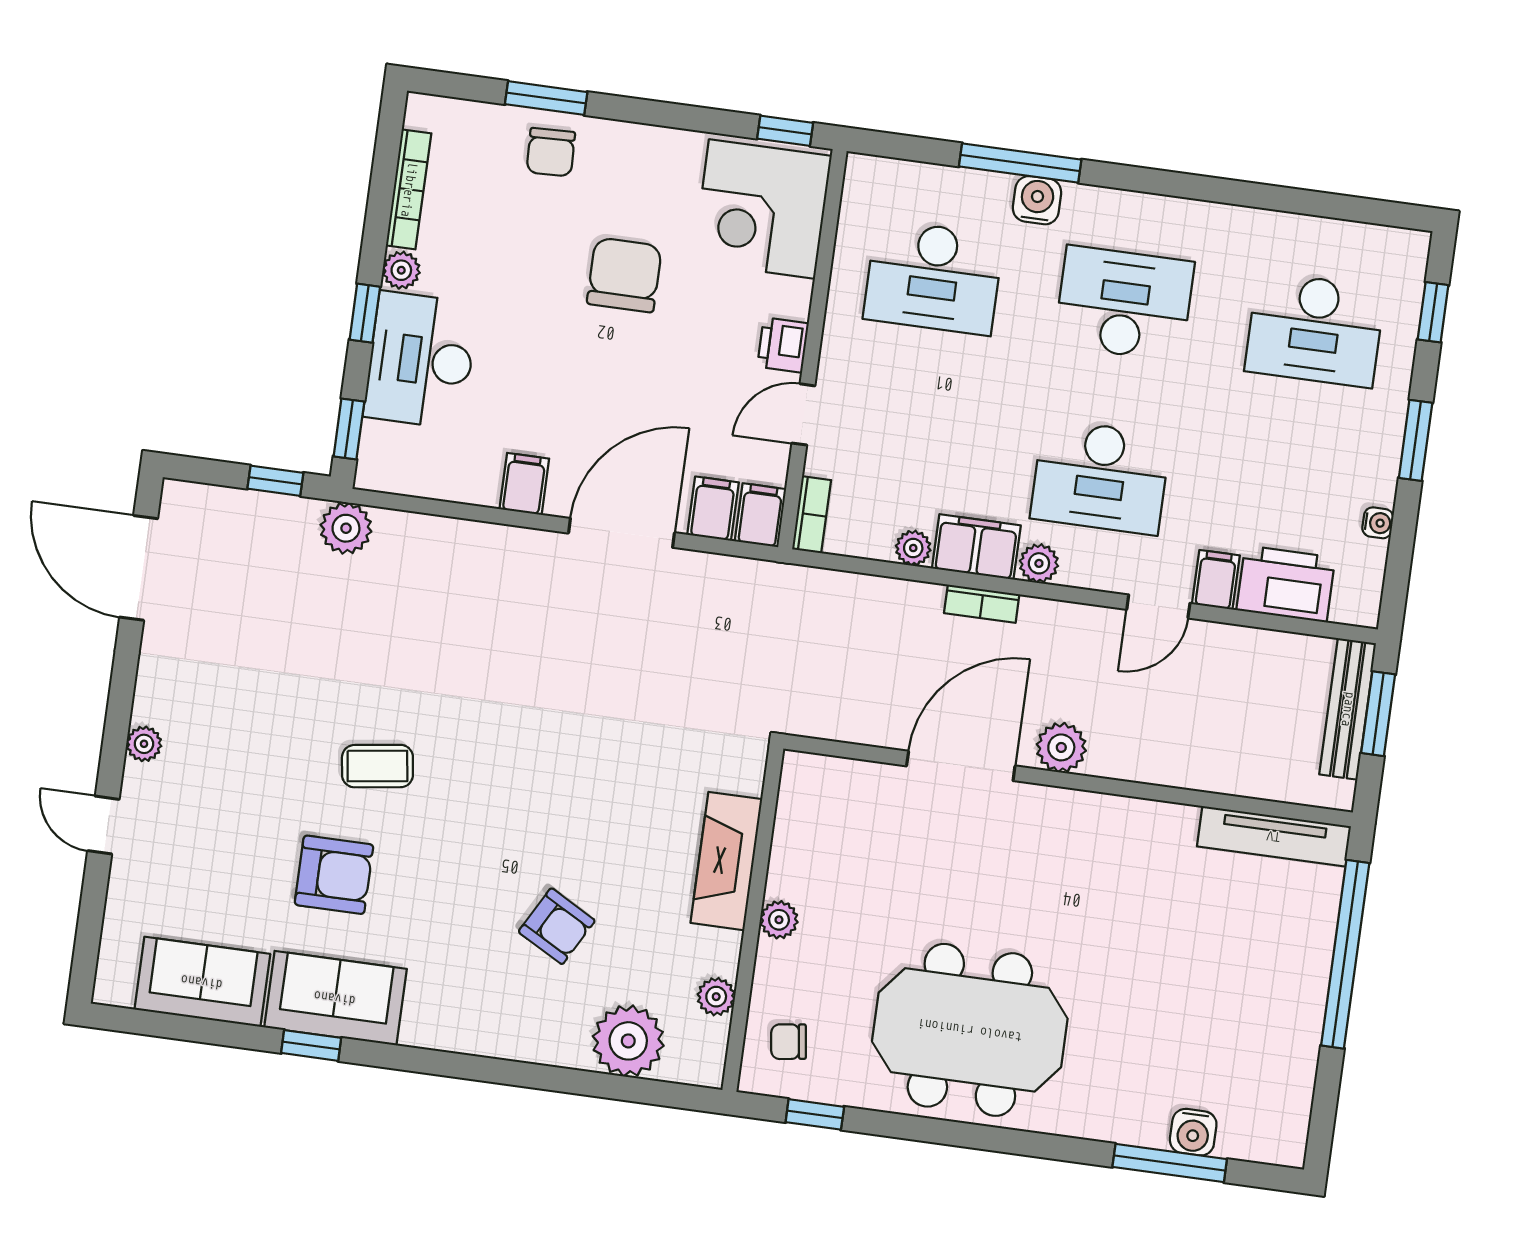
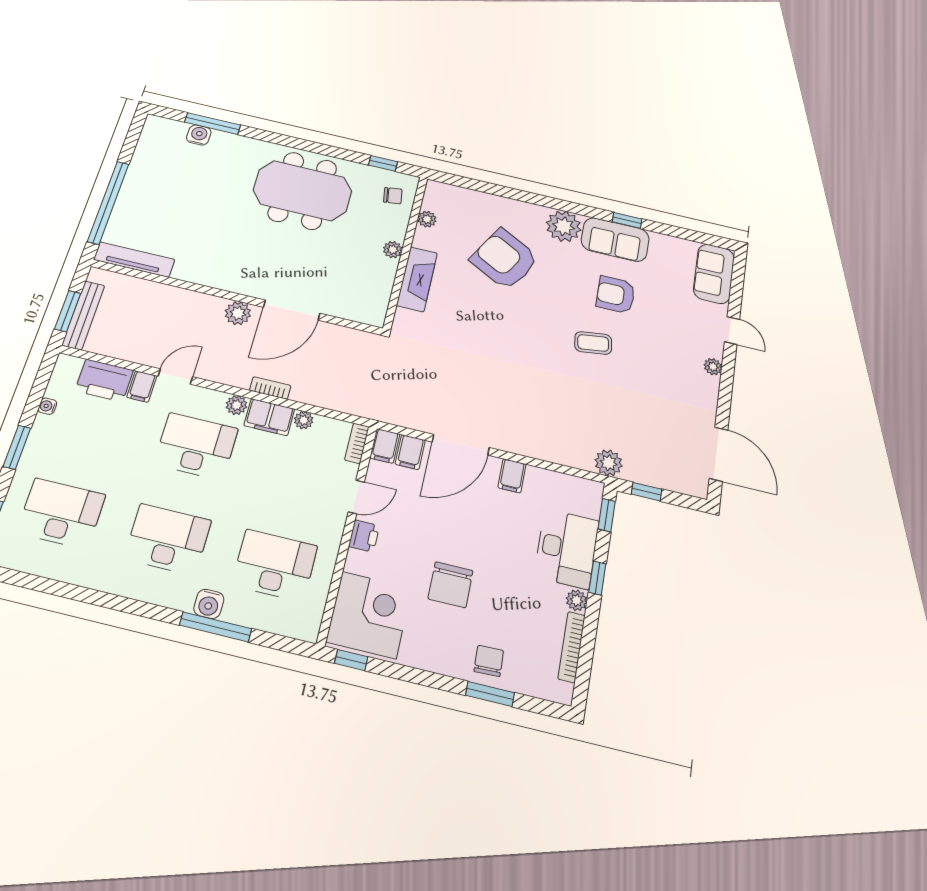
desk: (1124, 303) -> (168, 539), turned 180
armchair: (557, 926) -> (505, 259), width x1.88, depth x1.88
sofa: (202, 982) -> (714, 274), moved, turned 90
plant: (628, 1041) -> (564, 226), moved

